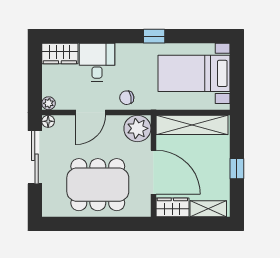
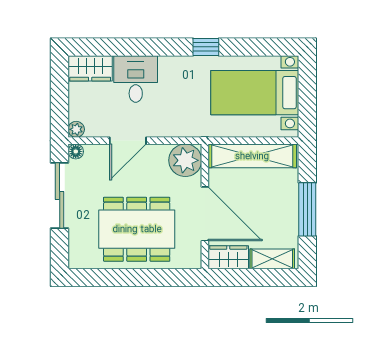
chair: (127, 98) -> (172, 122), removed
window: (237, 169) -> (307, 209), width x2.17

